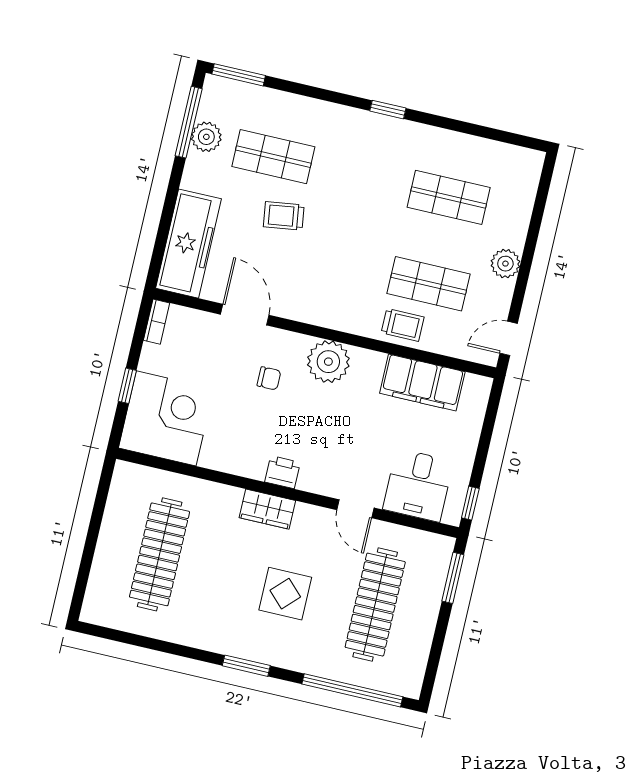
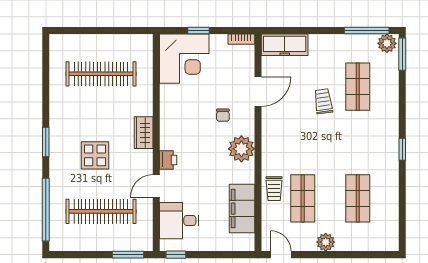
plant: (206, 137) -> (387, 43), moved
freezer: (189, 244) -> (285, 45), width x0.73, depth x0.79
printer: (282, 472) -> (168, 160), moved

